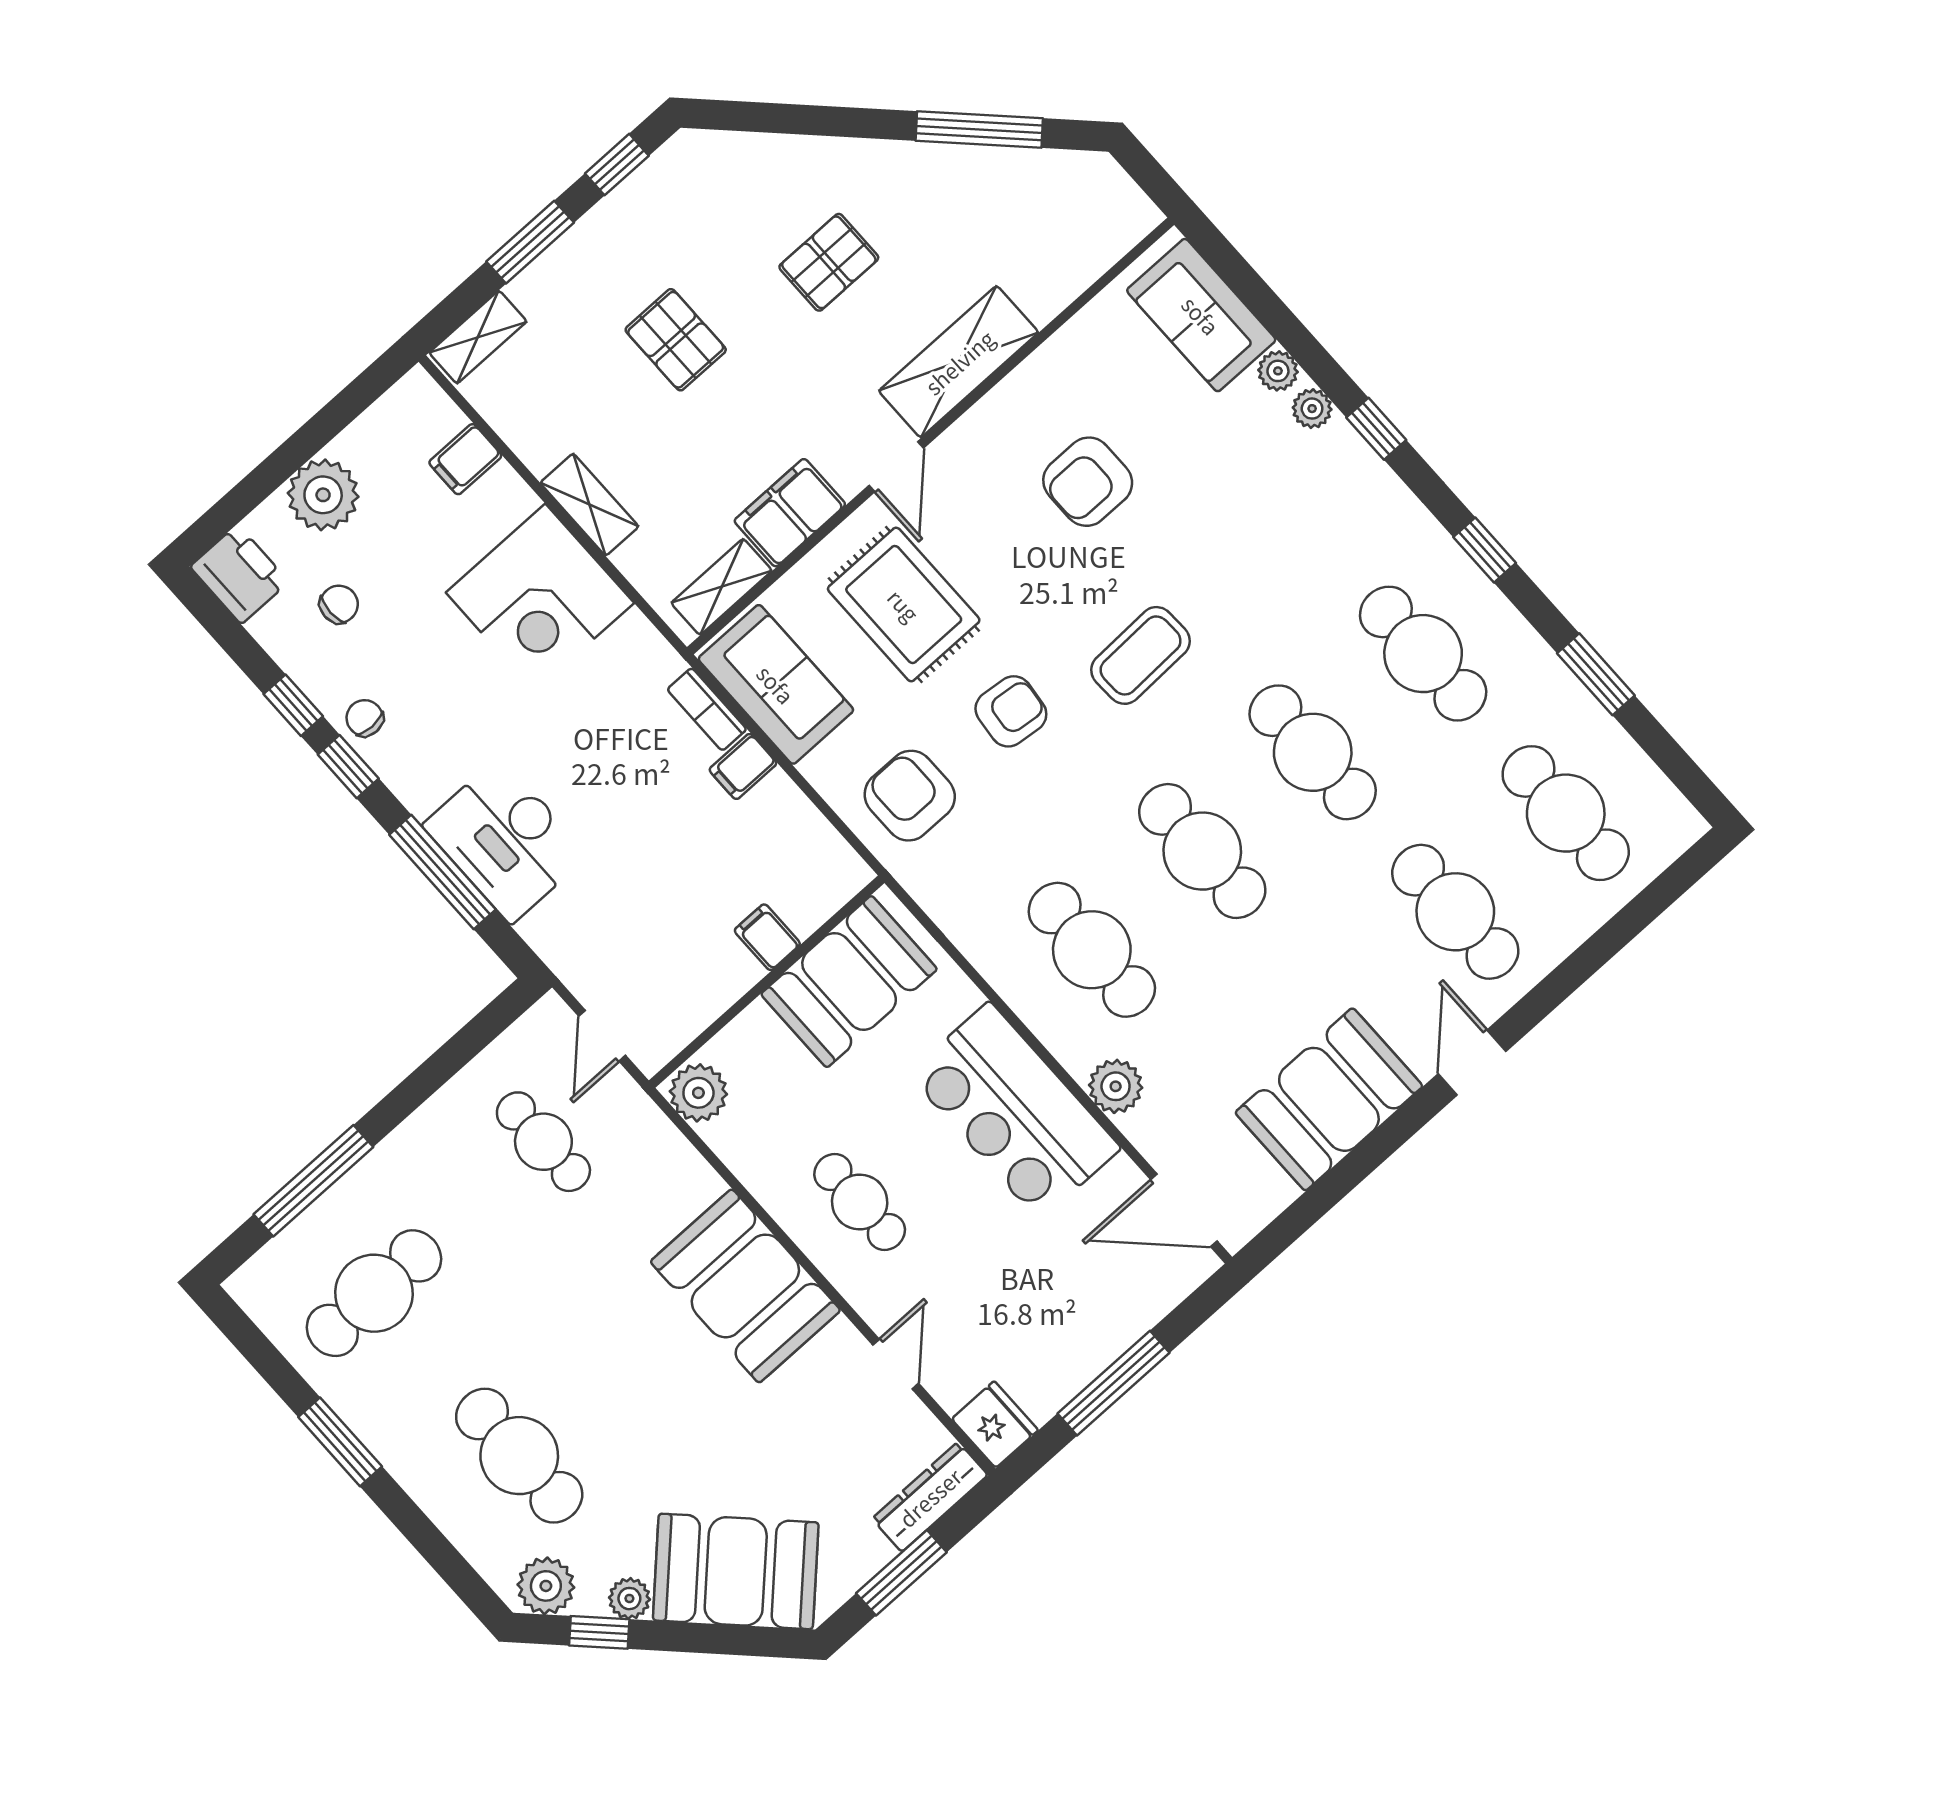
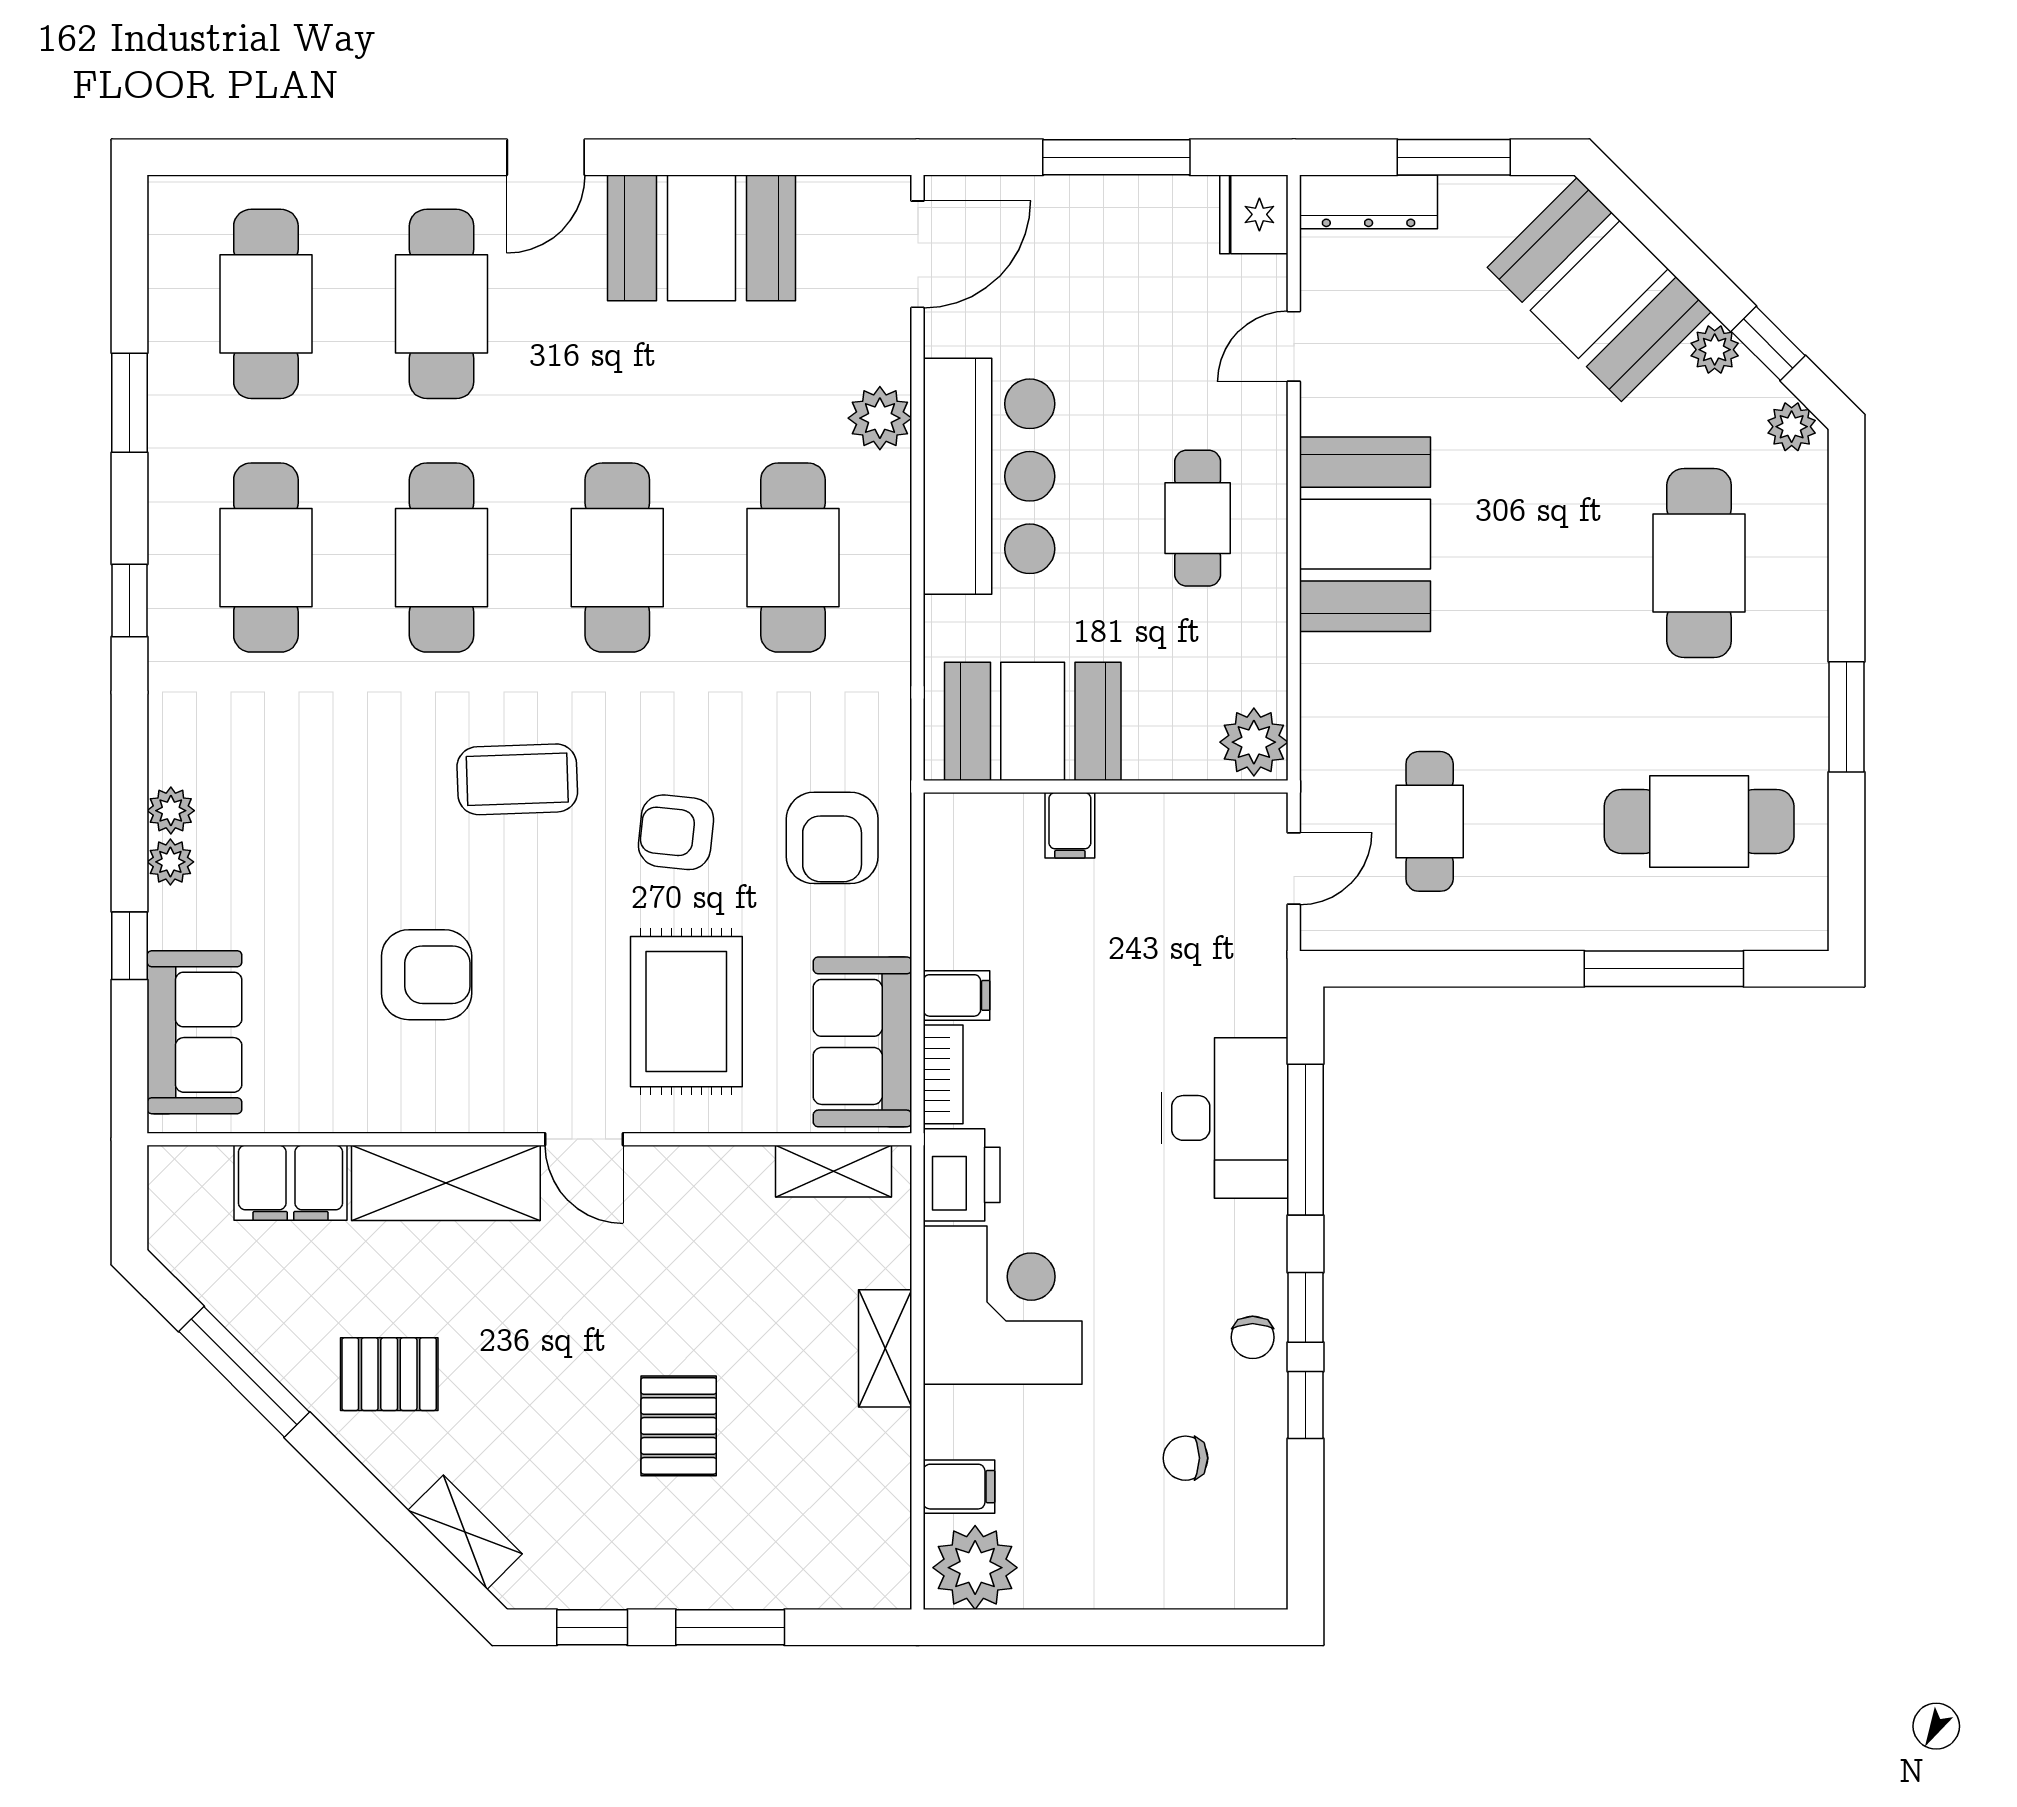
pallet: (829, 262) -> (389, 1374), moved
shelving: (478, 337) -> (465, 1532), moved, turned 45
plant: (1278, 371) -> (171, 811), moved
window: (1376, 429) -> (130, 946), moved
door: (896, 467) -> (584, 1139), swing flipped
plant: (323, 495) -> (975, 1568), moved
filing cabinet: (790, 513) -> (291, 1183), moved
printer: (239, 574) -> (962, 1175), moved, turned 180
door: (1184, 1210) -> (918, 254), hinge flipped
plant: (546, 1586) -> (1792, 427), width x0.73, depth x0.73

